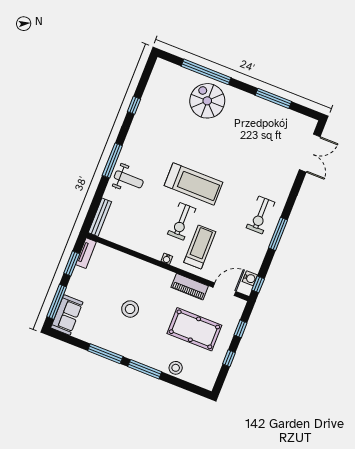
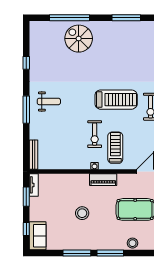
weight bench: (129, 179) -> (49, 101), moved
treadmill: (194, 184) -> (116, 100), moved
piano: (190, 287) -> (103, 180), moved
window: (57, 302) -> (26, 229), width x0.46

